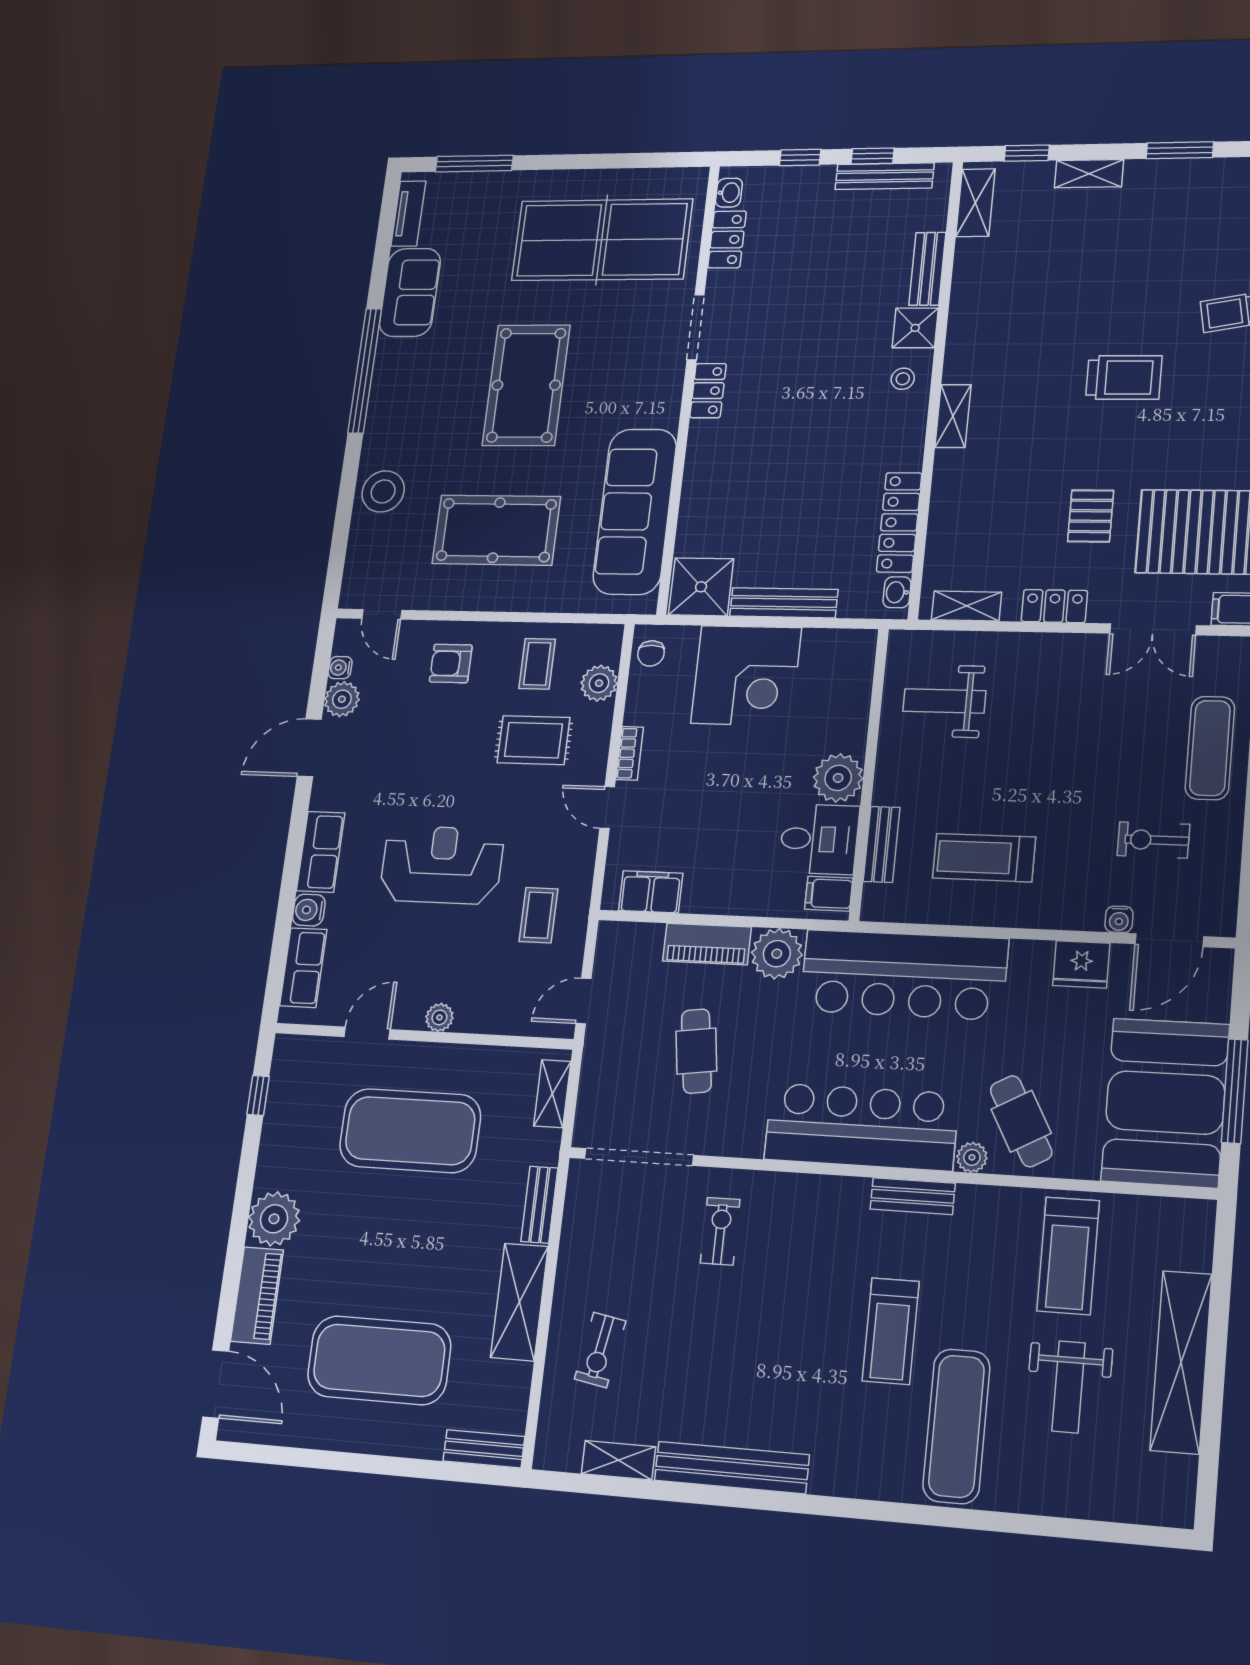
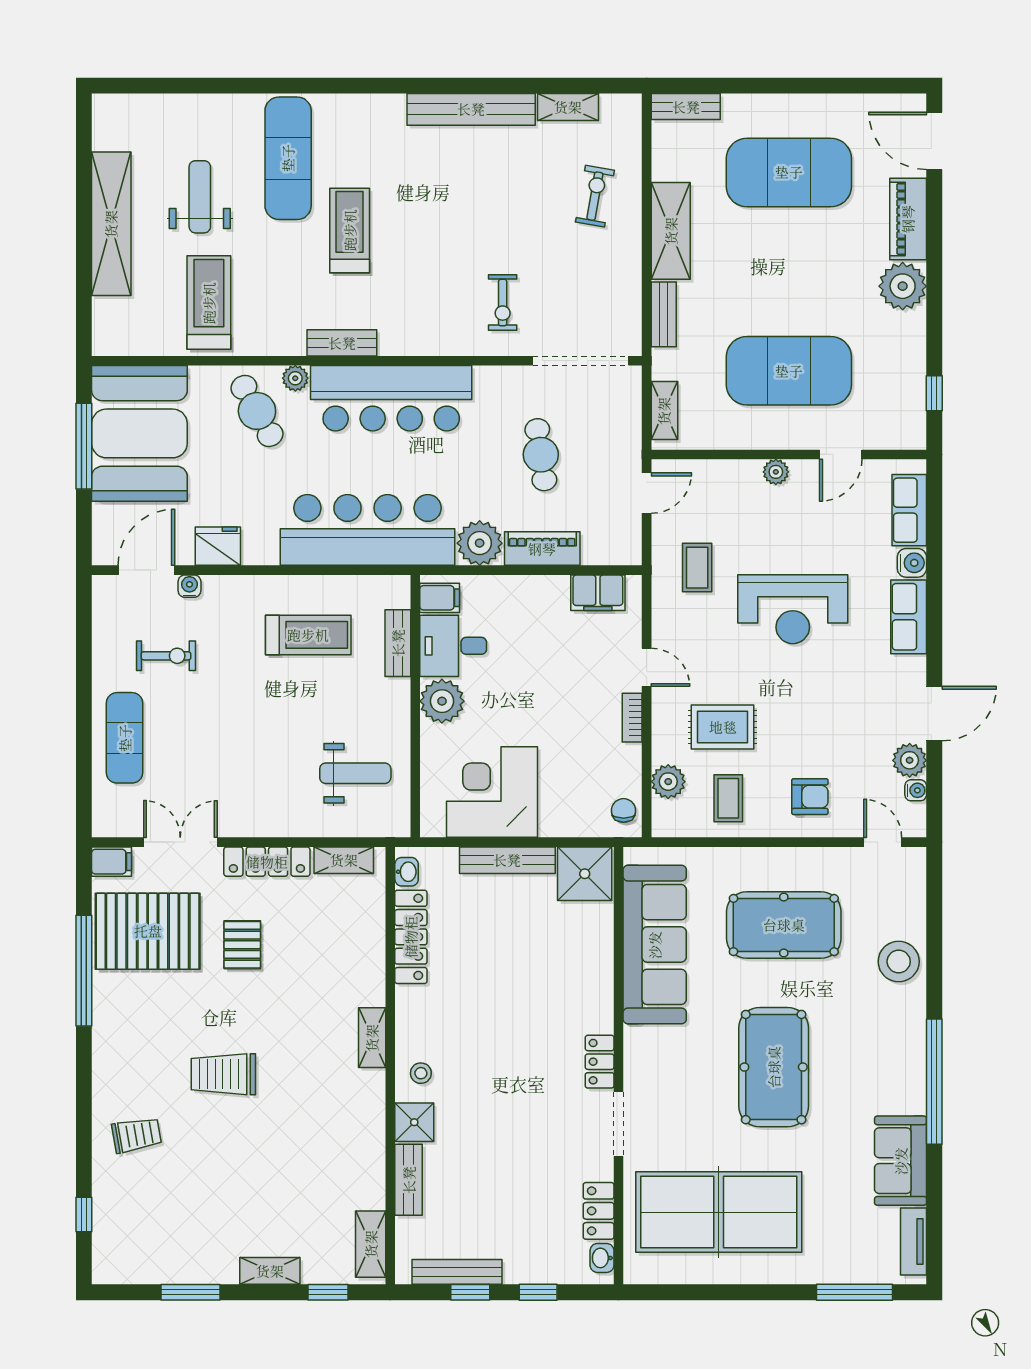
locker: (1054, 606) -> (267, 862), width x1.53
corner desk: (746, 675) -> (492, 792), moved

